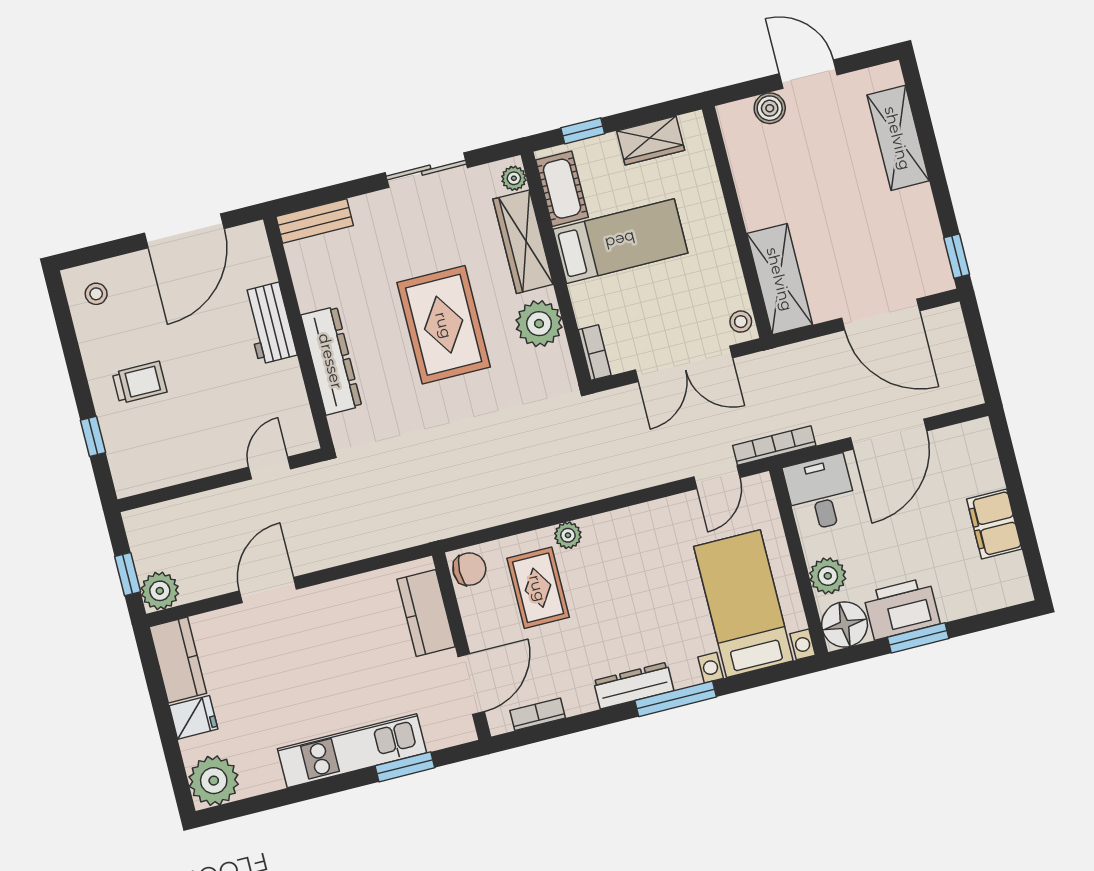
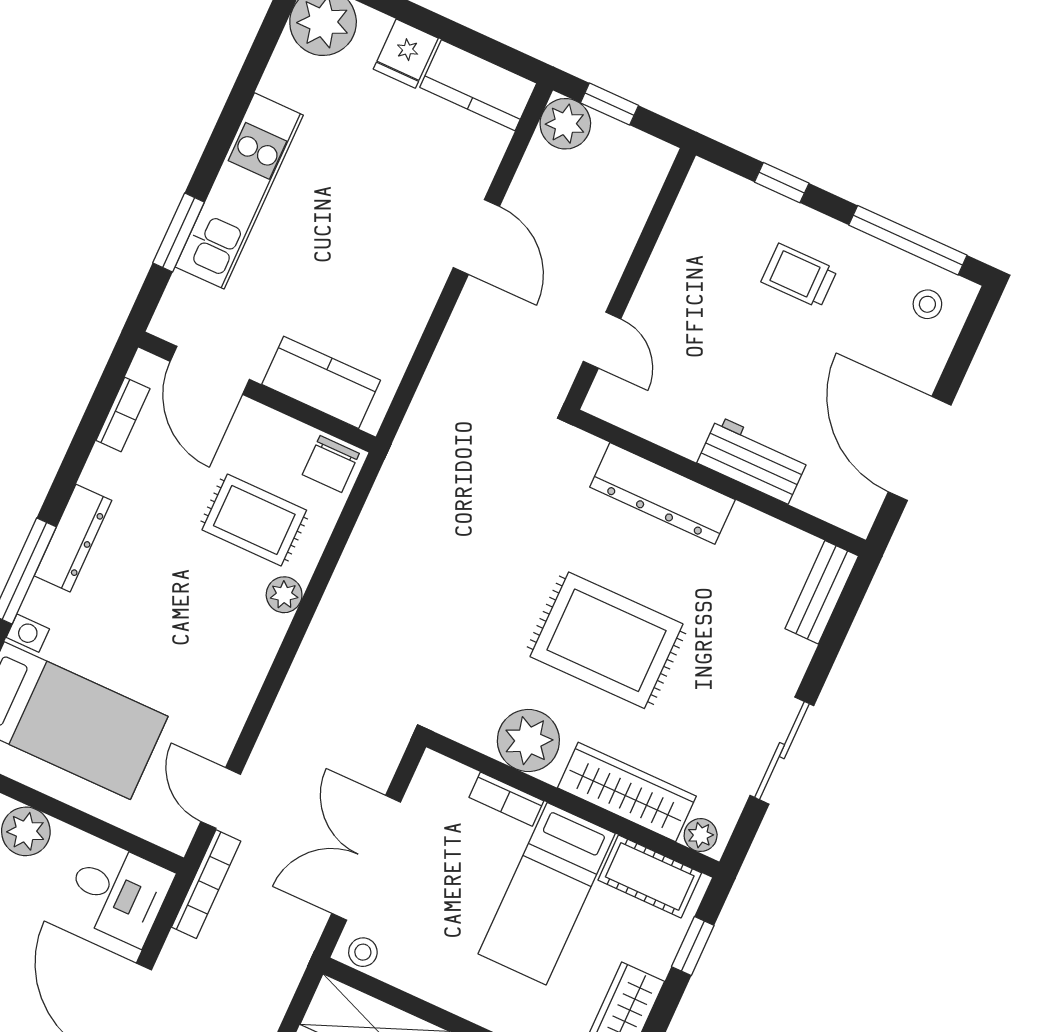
window: (68, 335) -> (908, 240), added
bookcase: (595, 353) -> (506, 799), moved
trolley: (140, 382) -> (799, 276), turned 90

